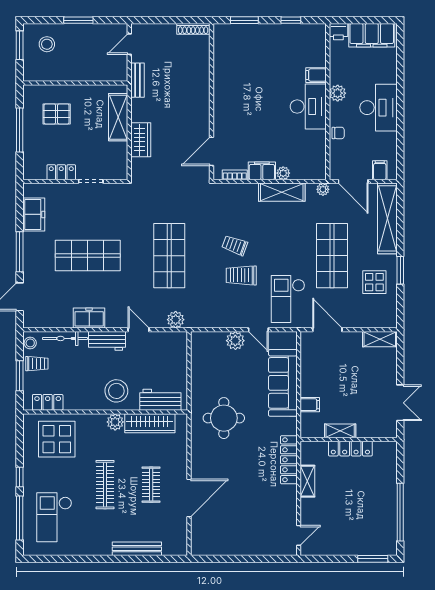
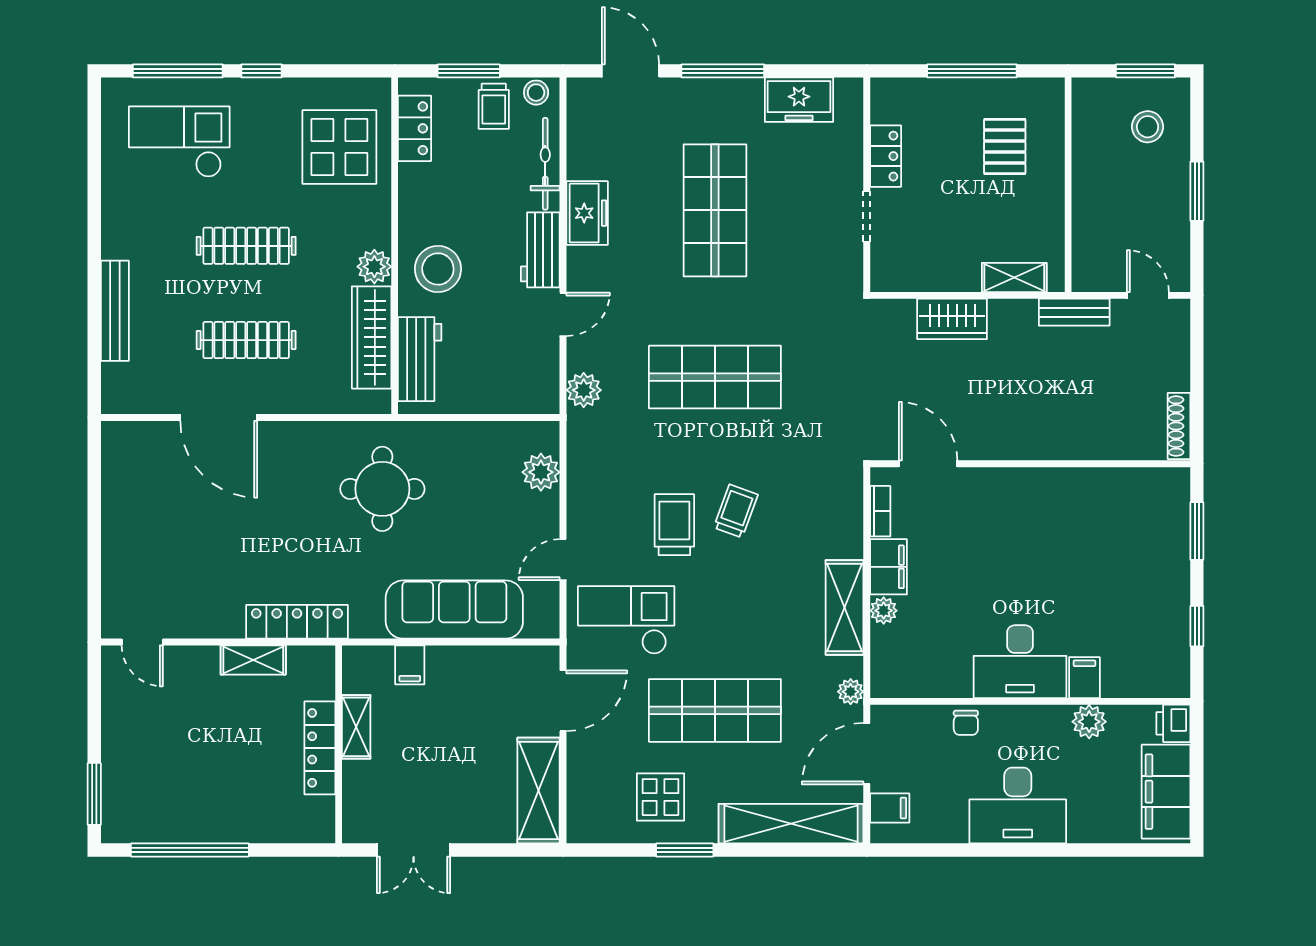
plant: (338, 93) -> (1089, 722), moved
shelving: (118, 117) -> (1014, 277), width x0.67, depth x0.75
shelving: (380, 339) -> (539, 790), width x1.50, depth x1.33
plant: (235, 341) -> (541, 472), moved
clothes rail: (151, 485) -> (246, 340), width x1.36

